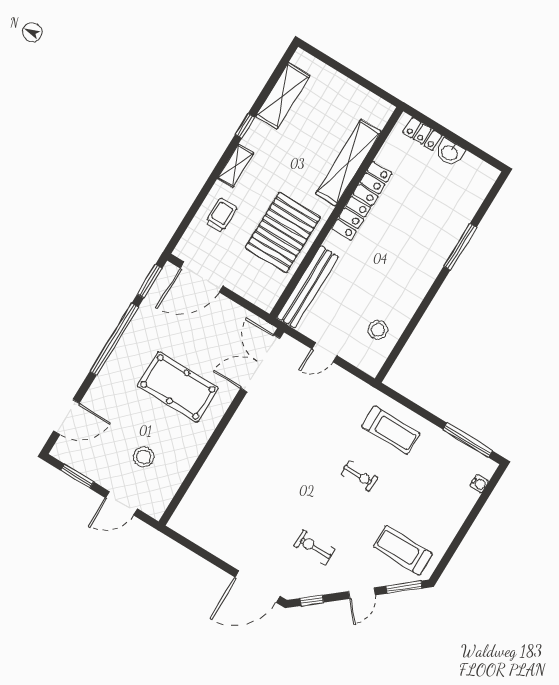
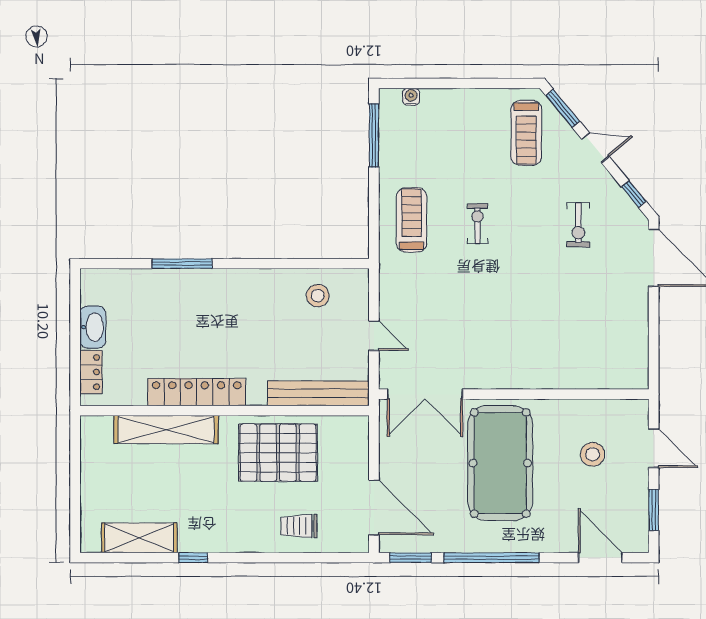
washbasin: (450, 152) -> (93, 327), width x1.38
shelving: (236, 166) -> (240, 542), removed
pool table: (178, 387) -> (500, 463), width x1.36, depth x1.32

